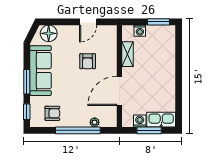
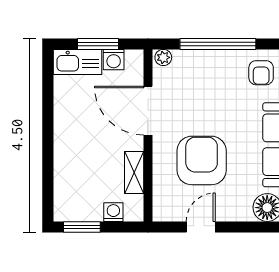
armchair: (88, 61) -> (202, 160), width x1.88, depth x1.88
door: (119, 91) -> (148, 111), swing flipped
armchair: (52, 113) -> (261, 73), turned -90
plant: (95, 122) -> (163, 57), moved

